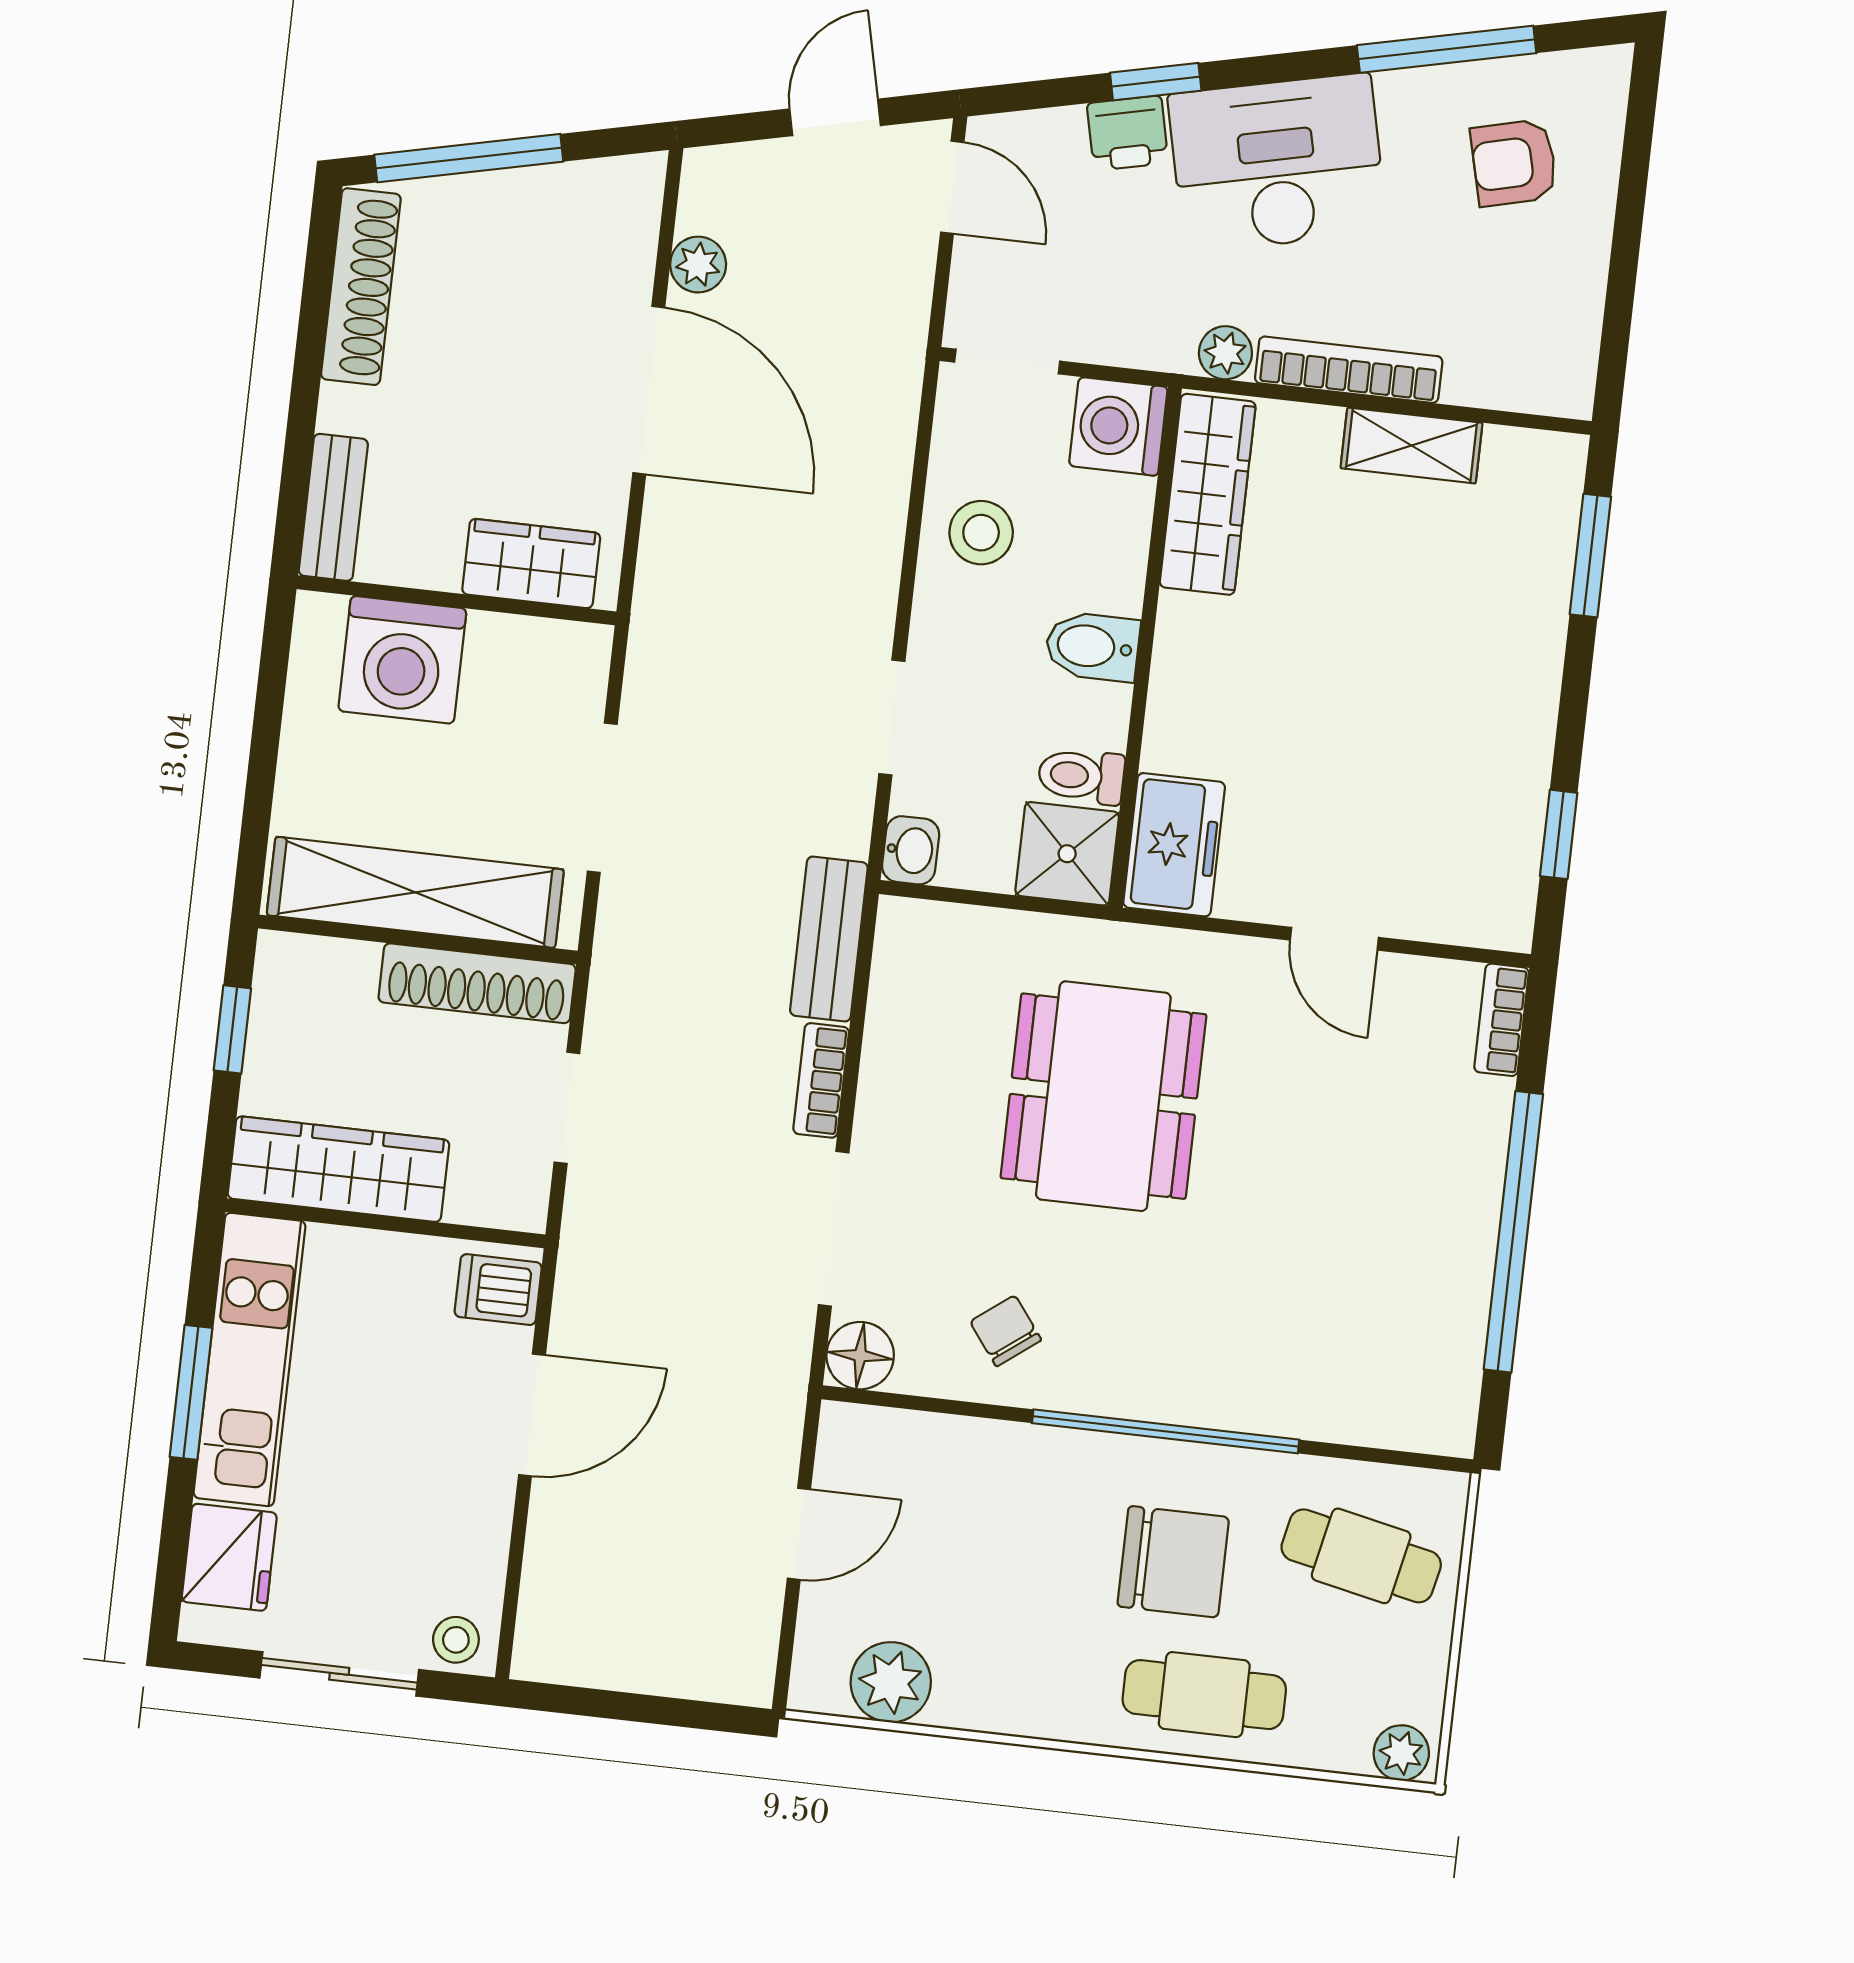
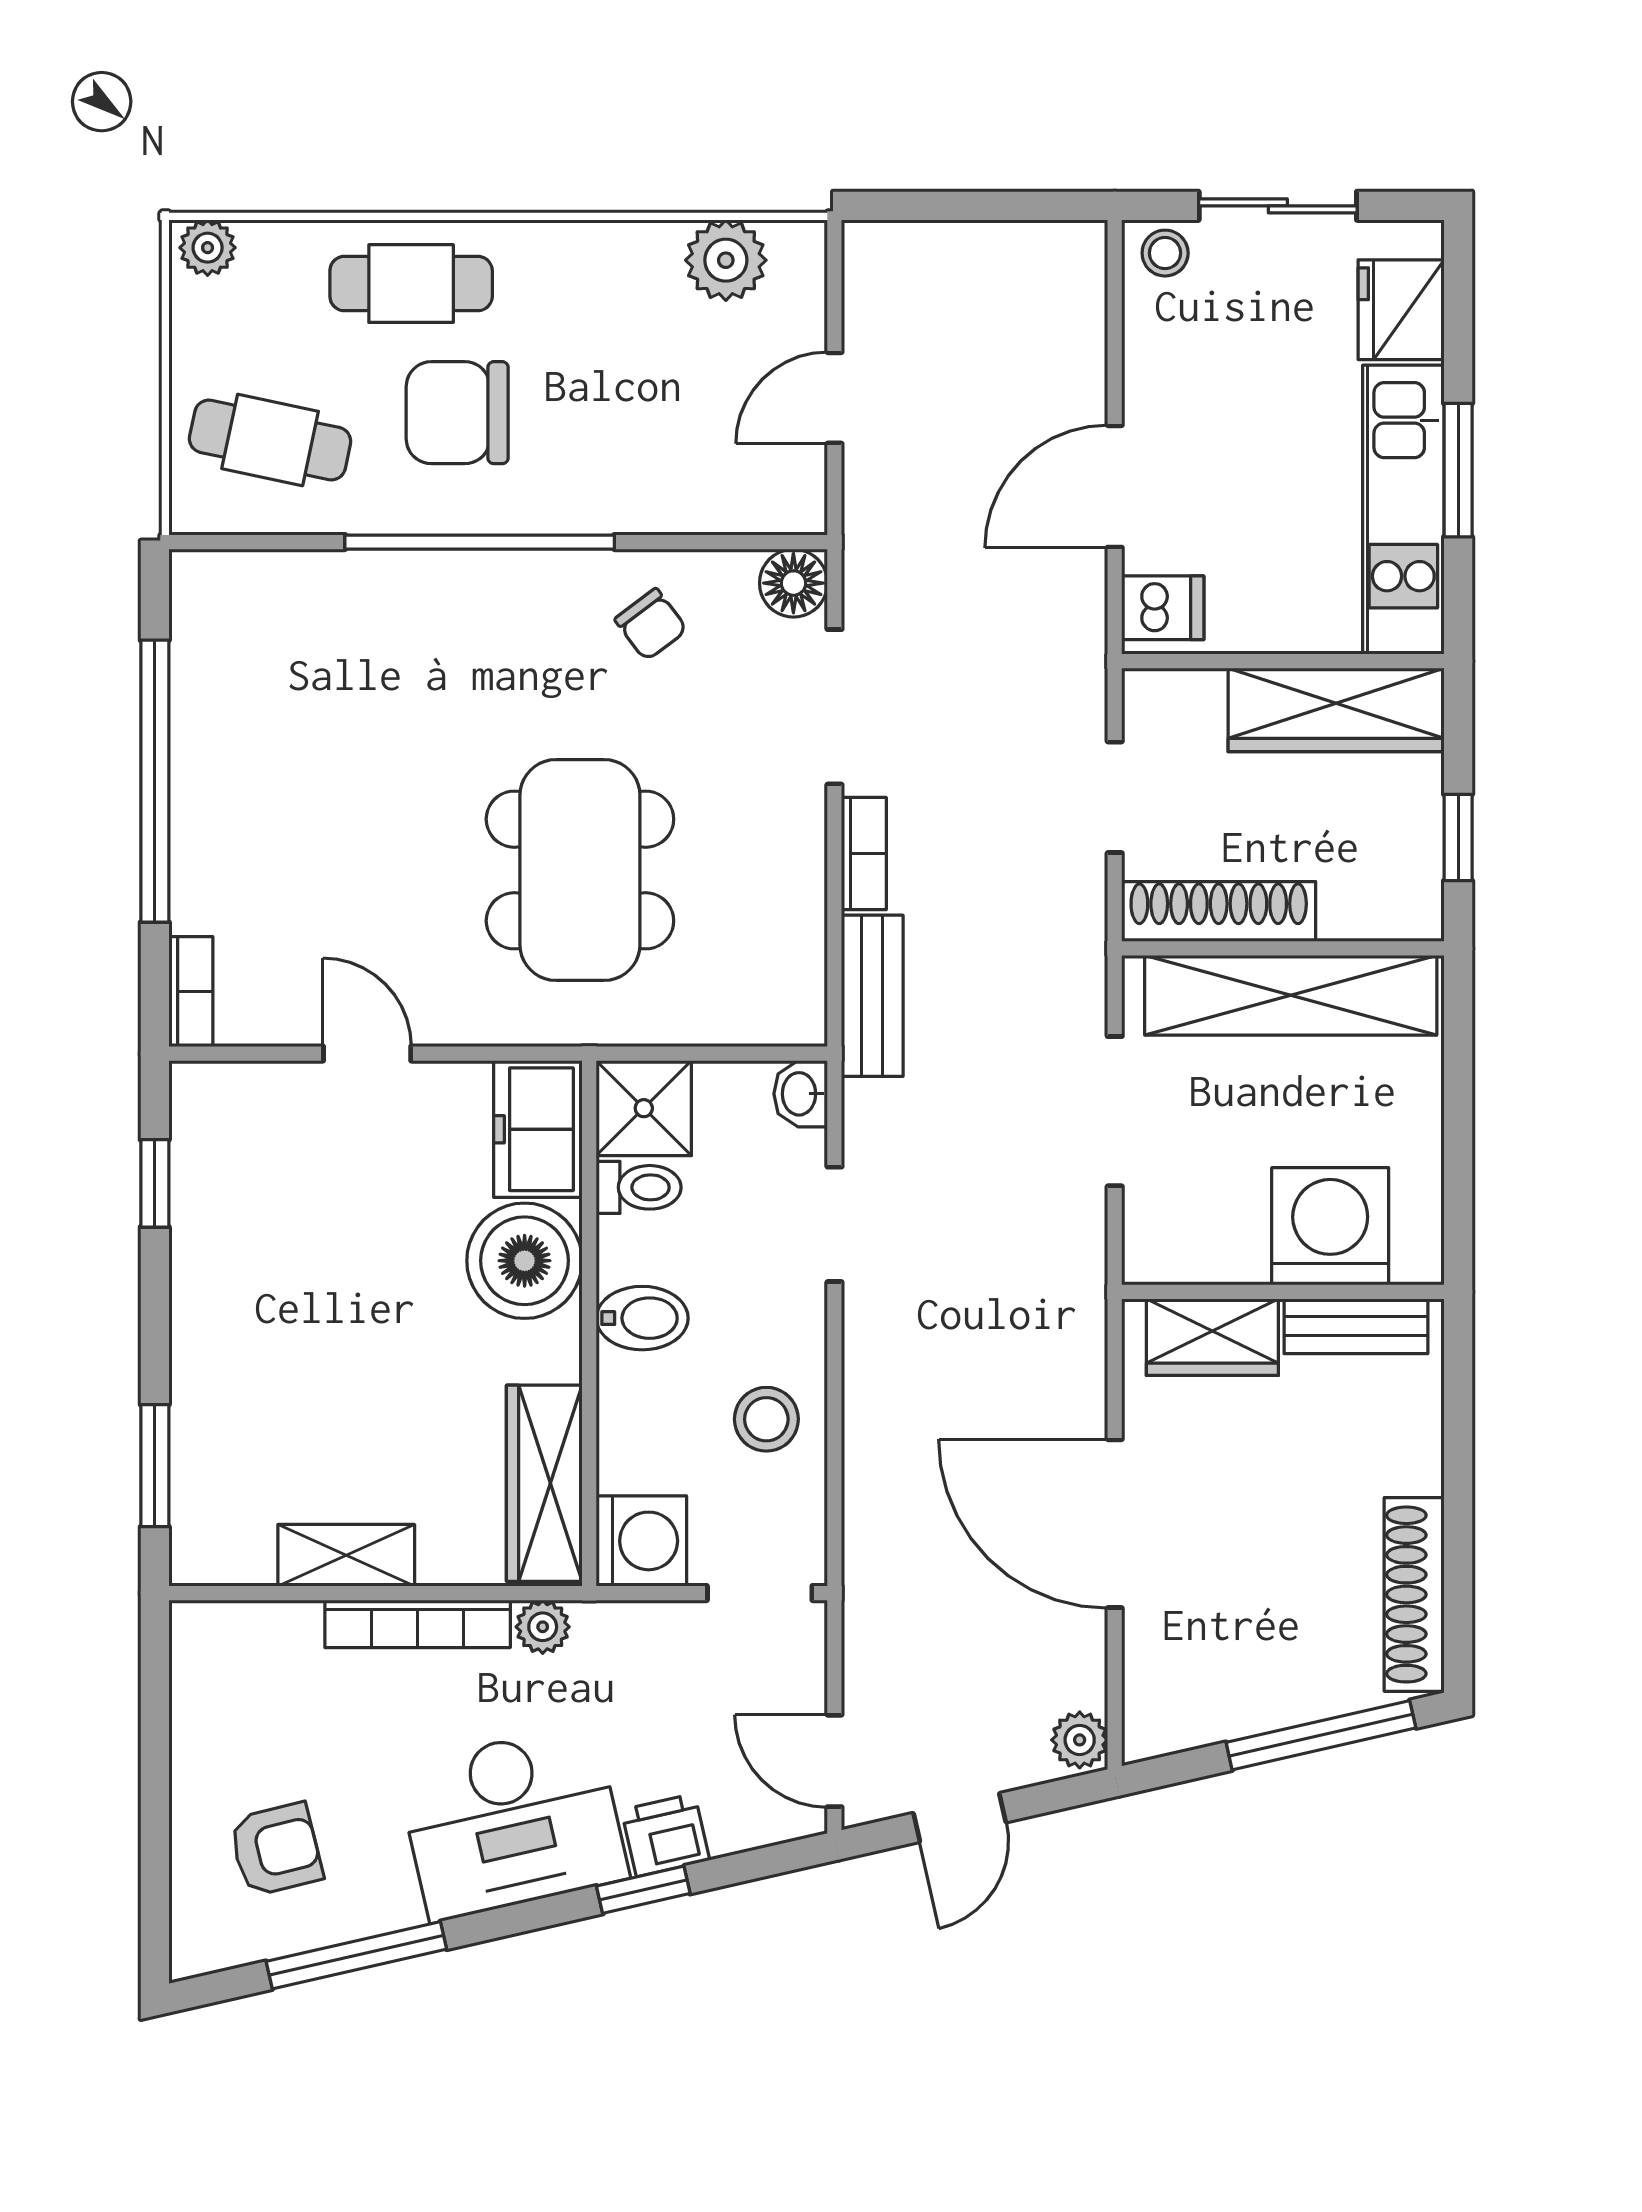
plant: (698, 265) -> (1080, 1740), moved
bench: (333, 507) -> (1356, 1326), moved, turned 90
boiler: (1202, 716) -> (525, 1261), added

